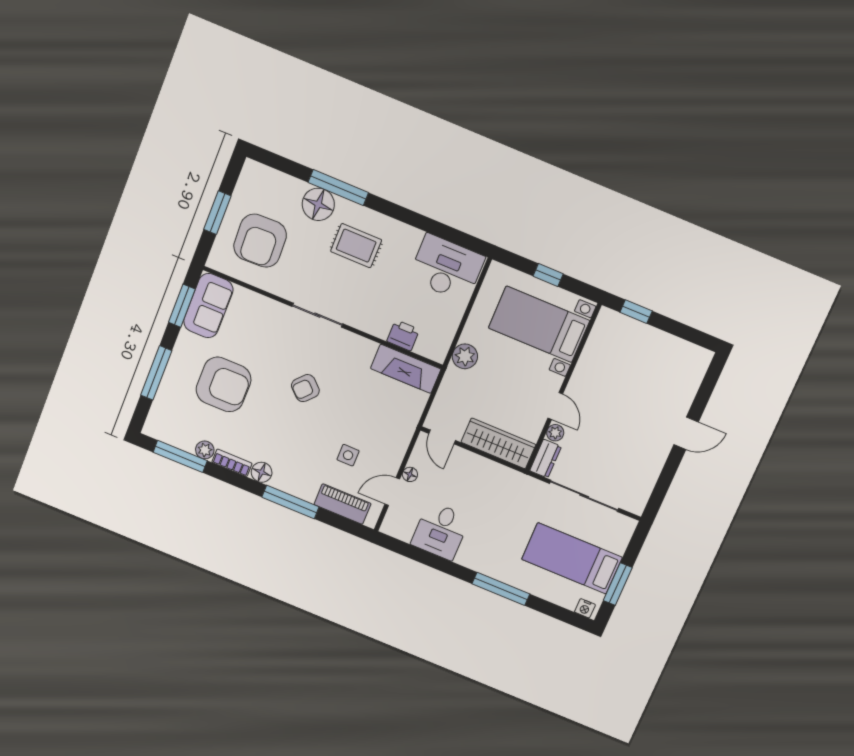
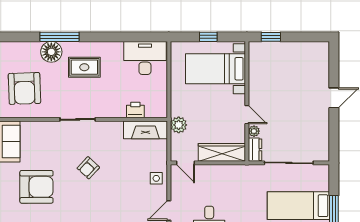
plant: (465, 356) -> (179, 125), moved
side table: (348, 455) -> (156, 178), moved
floor lamp: (410, 474) -> (175, 195), removed

